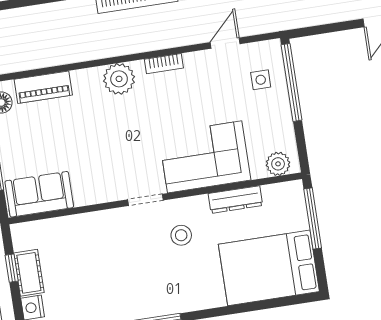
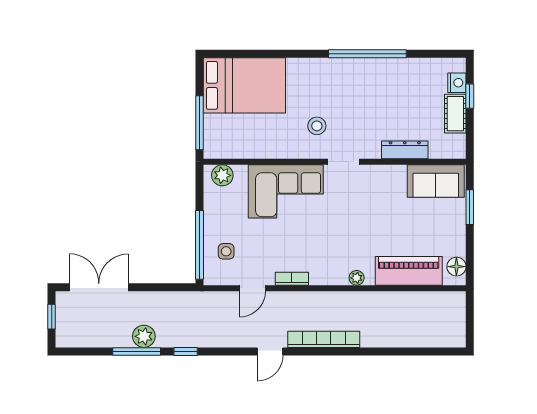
bookcase: (164, 64) -> (292, 279), moved
plant: (119, 79) -> (357, 278), width x0.53, depth x0.53
piano: (43, 87) -> (409, 271), width x1.37, depth x1.33
dresser: (235, 200) -> (405, 150), moved
window: (12, 268) -> (470, 96), moved

